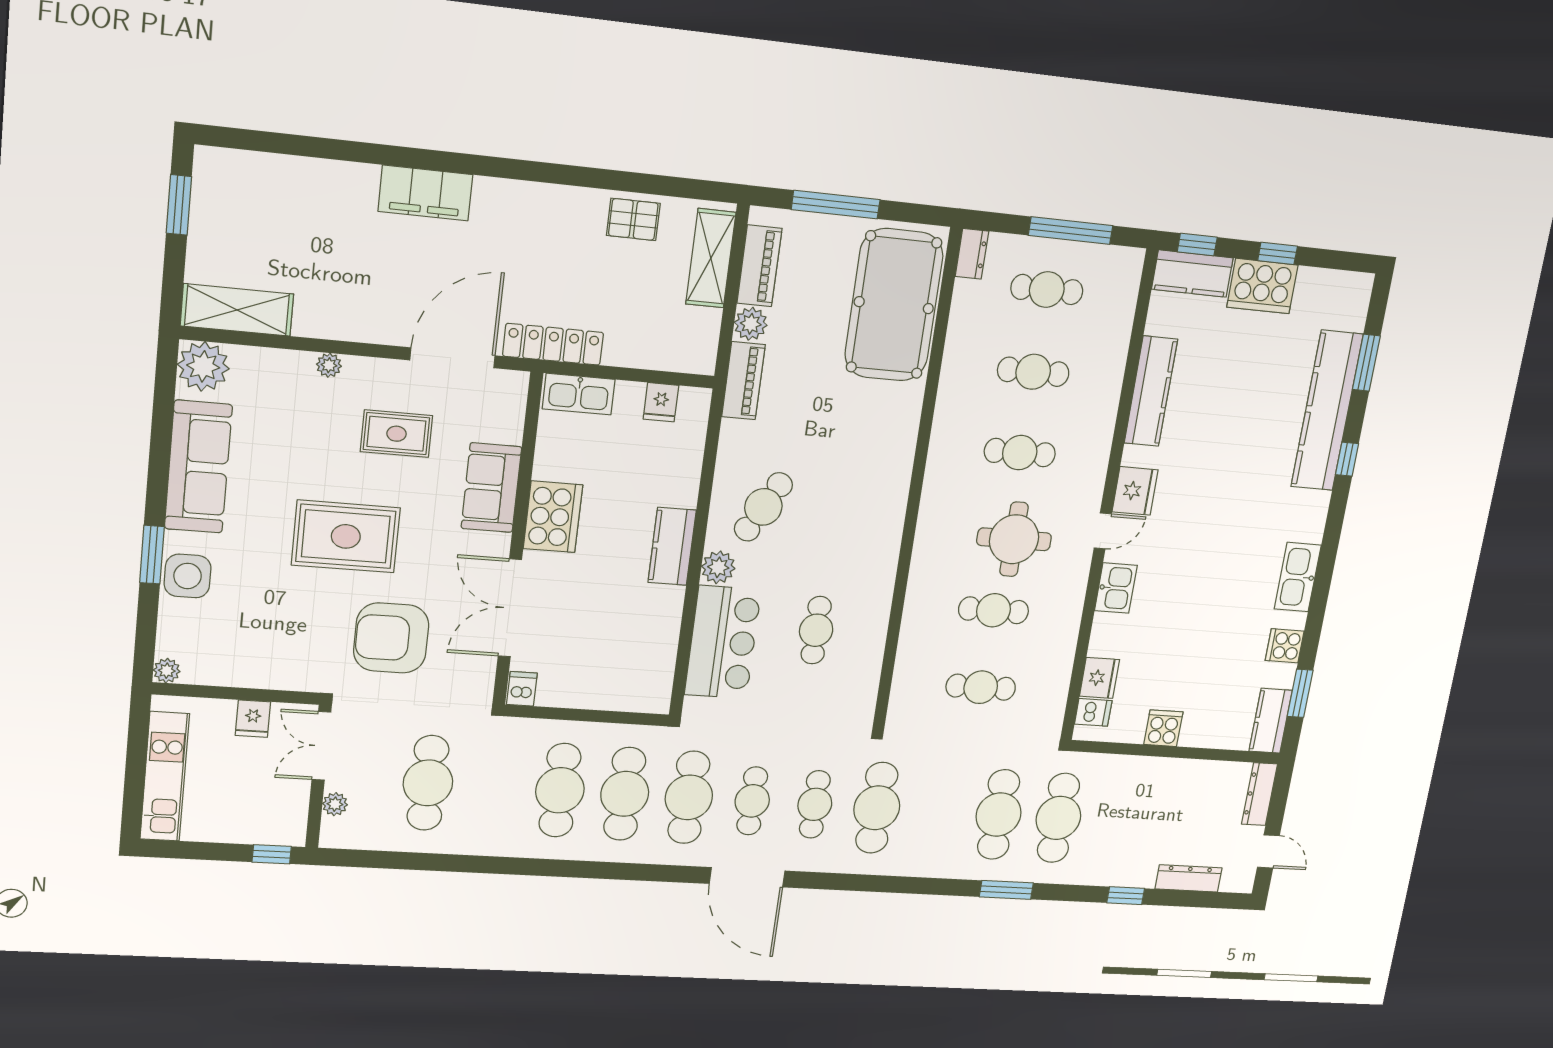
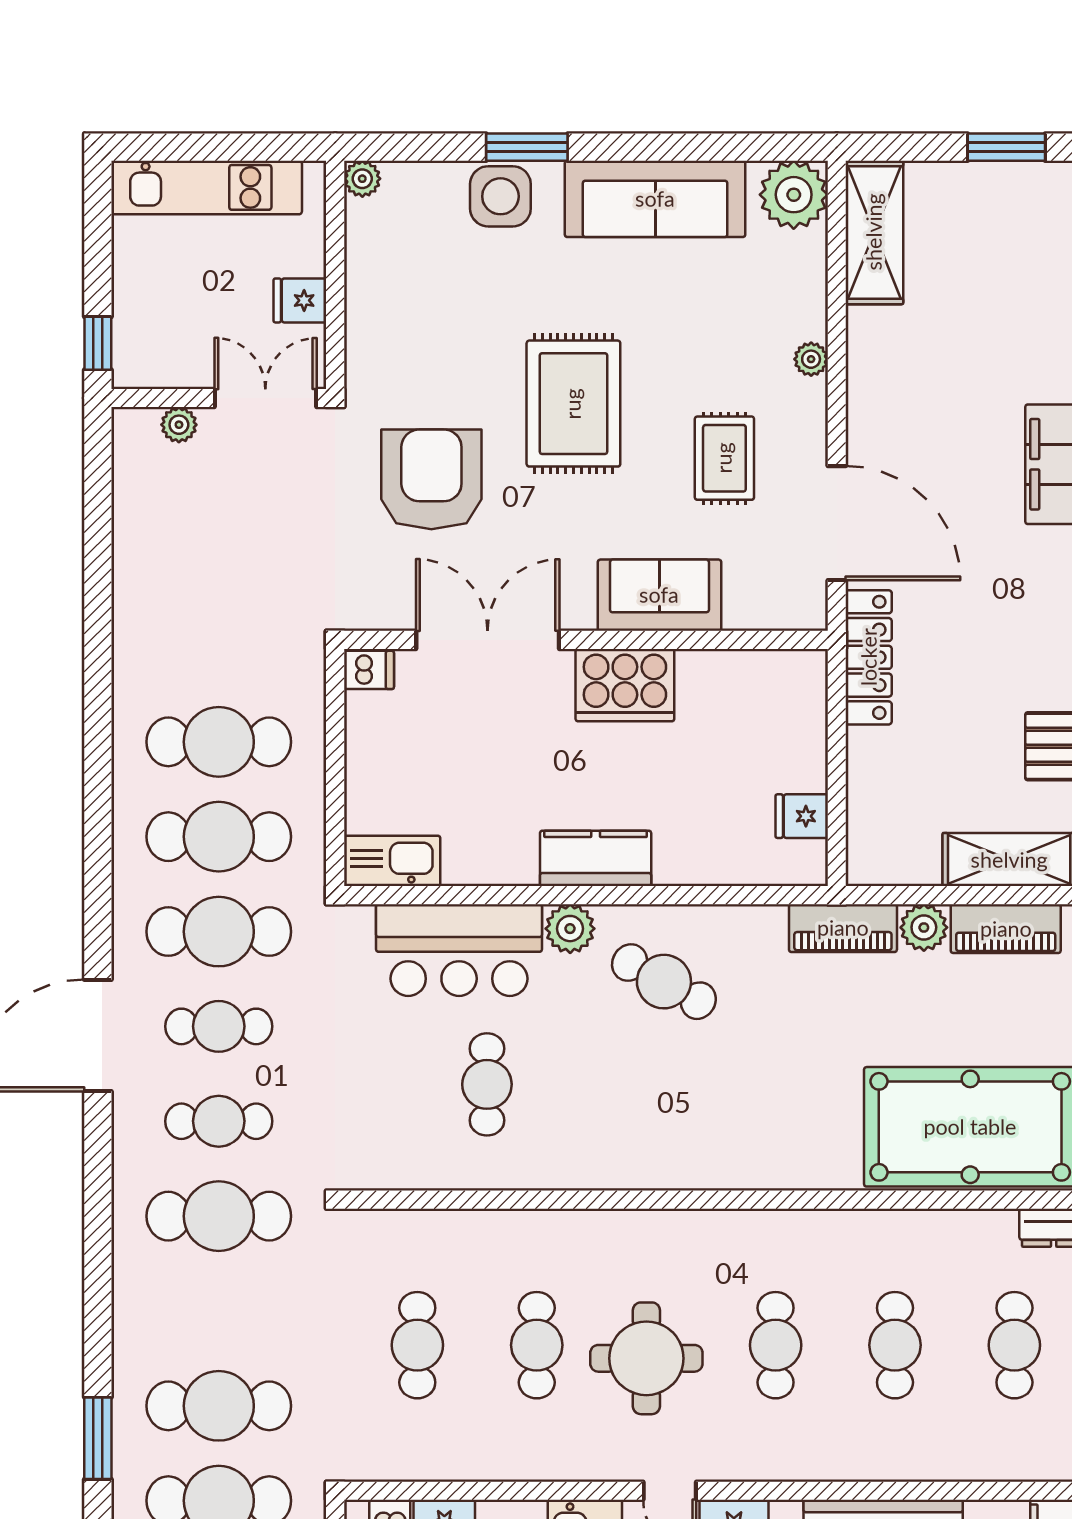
kitchen sink: (579, 394) -> (392, 861), moved, turned 90
cafe table: (816, 630) -> (487, 1084), turned 90
cafe table: (428, 783) -> (219, 552), removed

